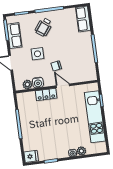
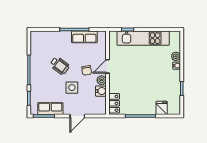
row of seats: (83, 19) -> (84, 37), moved
wheelchair: (44, 27) -> (60, 66), moved
plant: (27, 84) -> (101, 80), moved
locker: (46, 94) -> (114, 103), moved
fridge: (31, 156) -> (162, 108), moved

